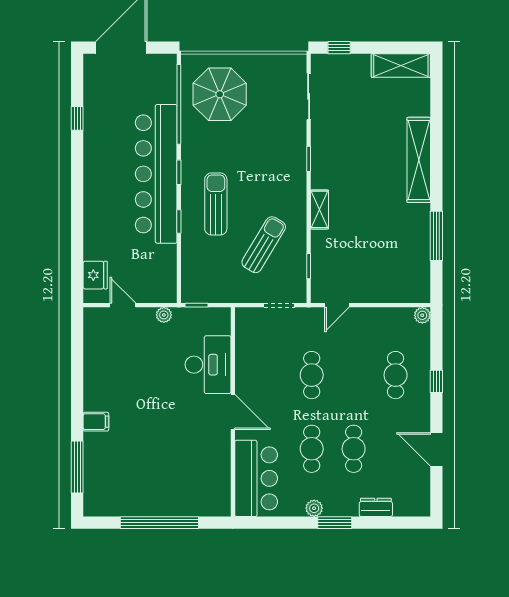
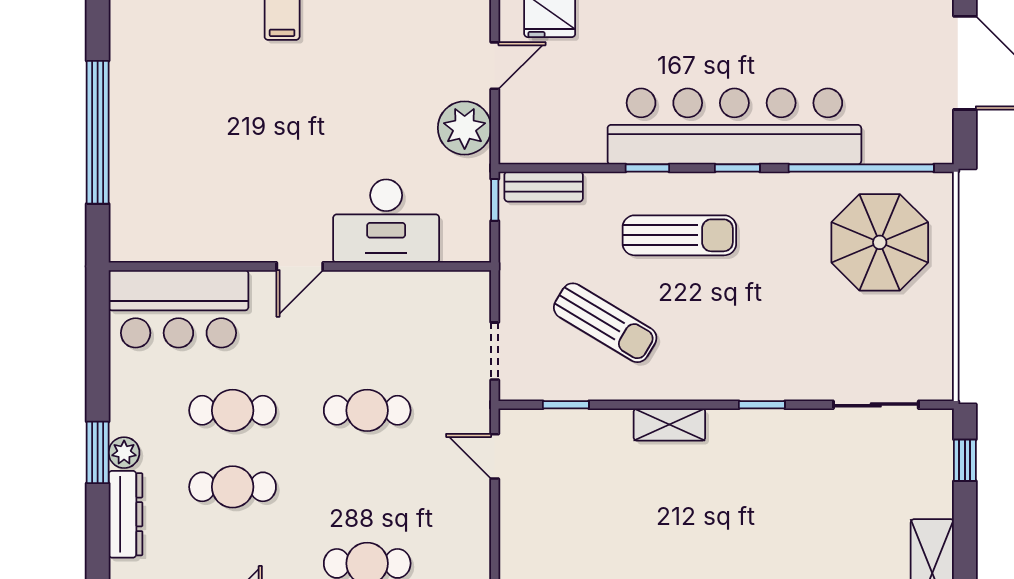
bench: (189, 278) -> (544, 187), added
plant: (164, 315) -> (465, 128), width x1.88, depth x1.88
door: (233, 412) -> (300, 266), width x0.73
dresser: (376, 507) -> (126, 514), width x1.44
plant: (314, 508) -> (124, 453), moved

